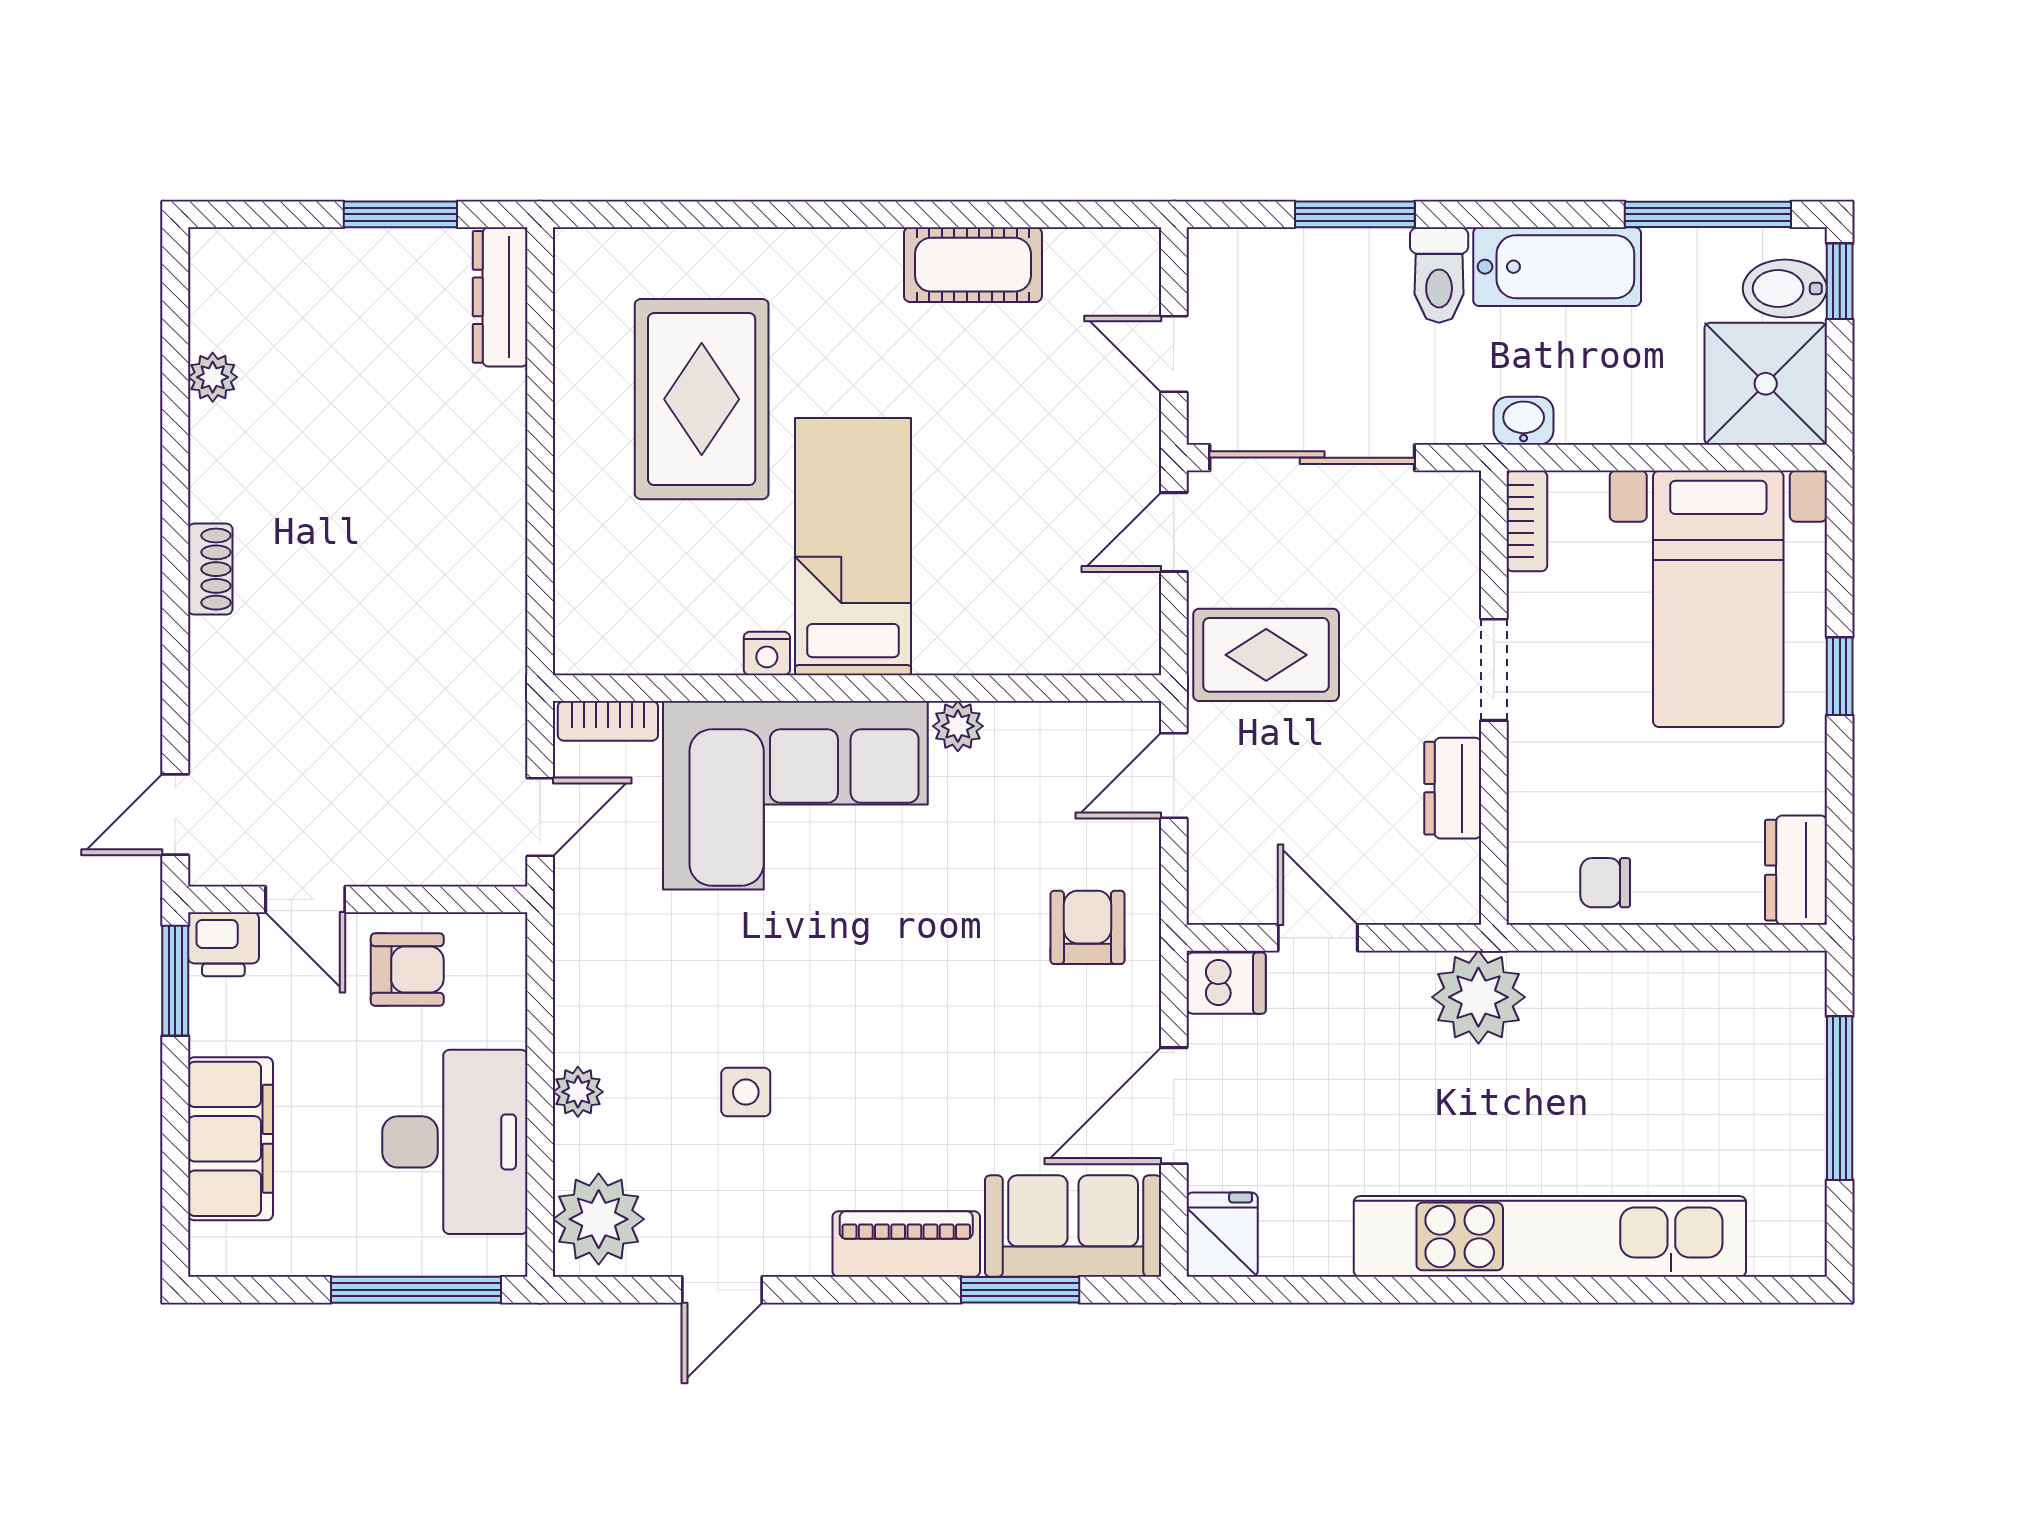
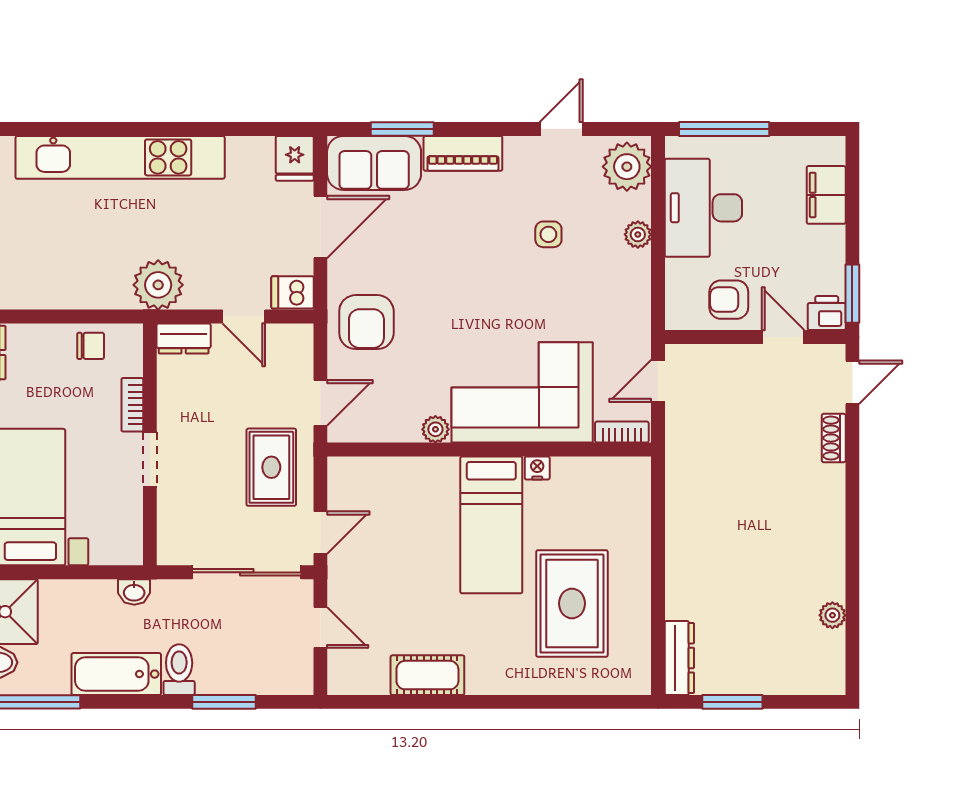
bookcase: (1527, 521) -> (132, 405), moved
shoe rack: (210, 569) -> (834, 438), moved
rug: (1266, 655) -> (271, 467), turned 90
dresser: (1453, 788) -> (184, 338), moved, turned 90
armchair: (1087, 927) -> (366, 322), width x1.38, depth x1.38
filing cabinet: (230, 1139) -> (826, 195), width x0.67, depth x0.86

